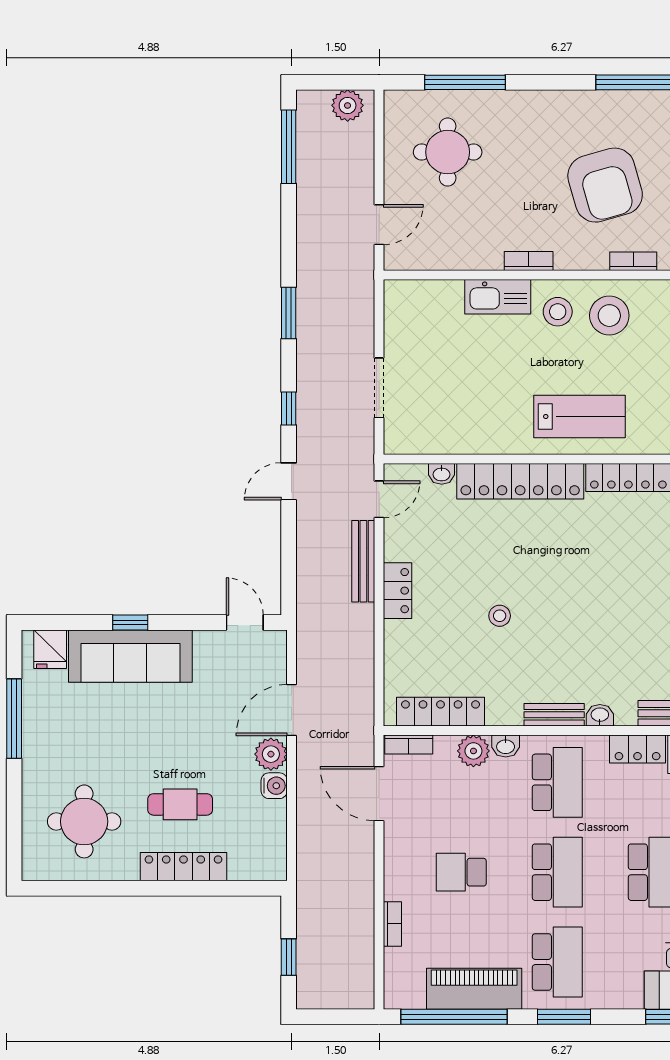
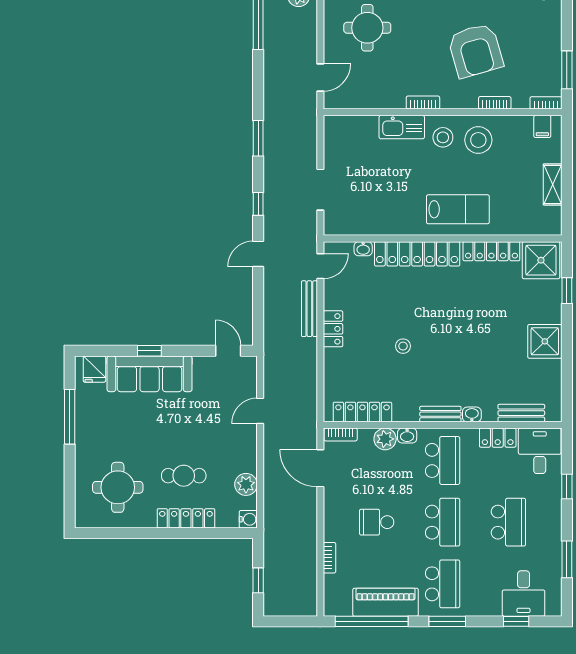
door: (292, 710) -> (260, 411), width x0.73
plant: (271, 754) -> (246, 484), moved
water cooler: (274, 786) -> (248, 519), moved

